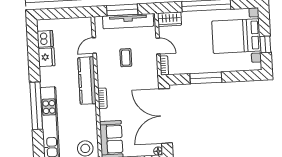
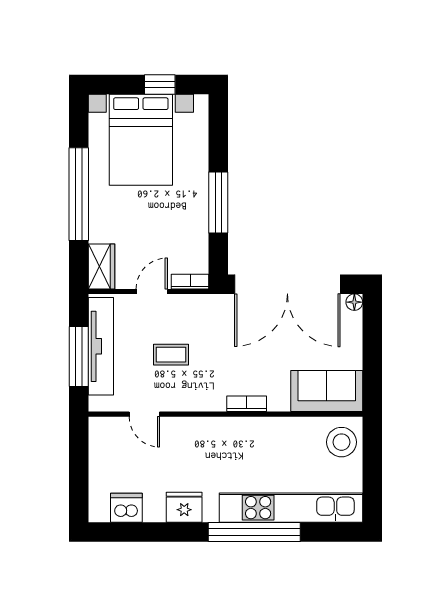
fridge: (46, 57) -> (184, 507), moved
kitchen counter: (87, 81) -> (211, 432), removed

